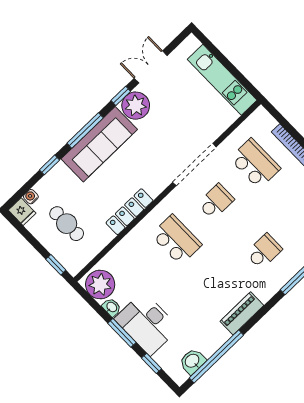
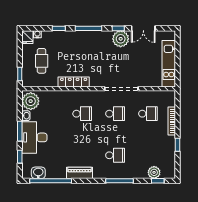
double door: (151, 67) -> (143, 28), swing flipped
sofa: (99, 144) -> (89, 40), removed
school desk: (255, 163) -> (148, 114), width x0.54
school desk: (176, 240) -> (82, 114), width x0.54

